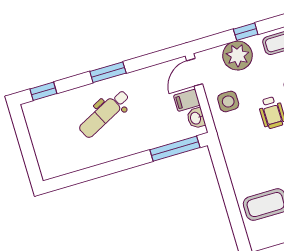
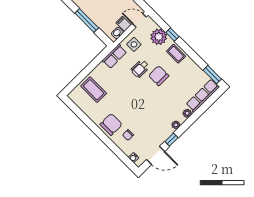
row of seats: (230, 143) -> (114, 56), added
window: (175, 149) -> (87, 20), moved

